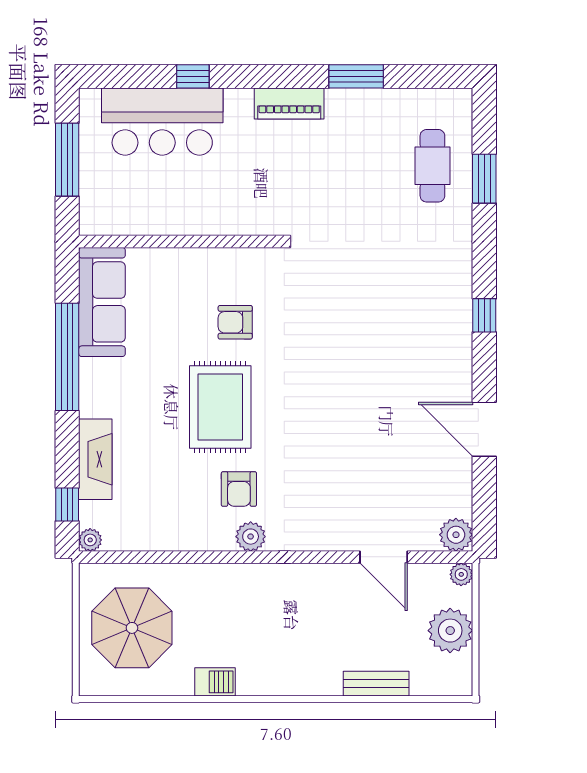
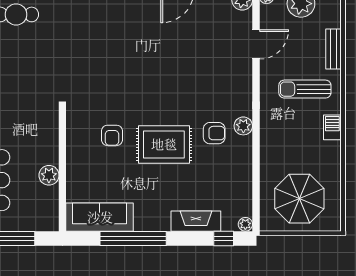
plant: (170, 219) -> (49, 175), added
sun lounger: (311, 637) -> (305, 89), added
barbecue: (215, 682) -> (332, 127), moved

